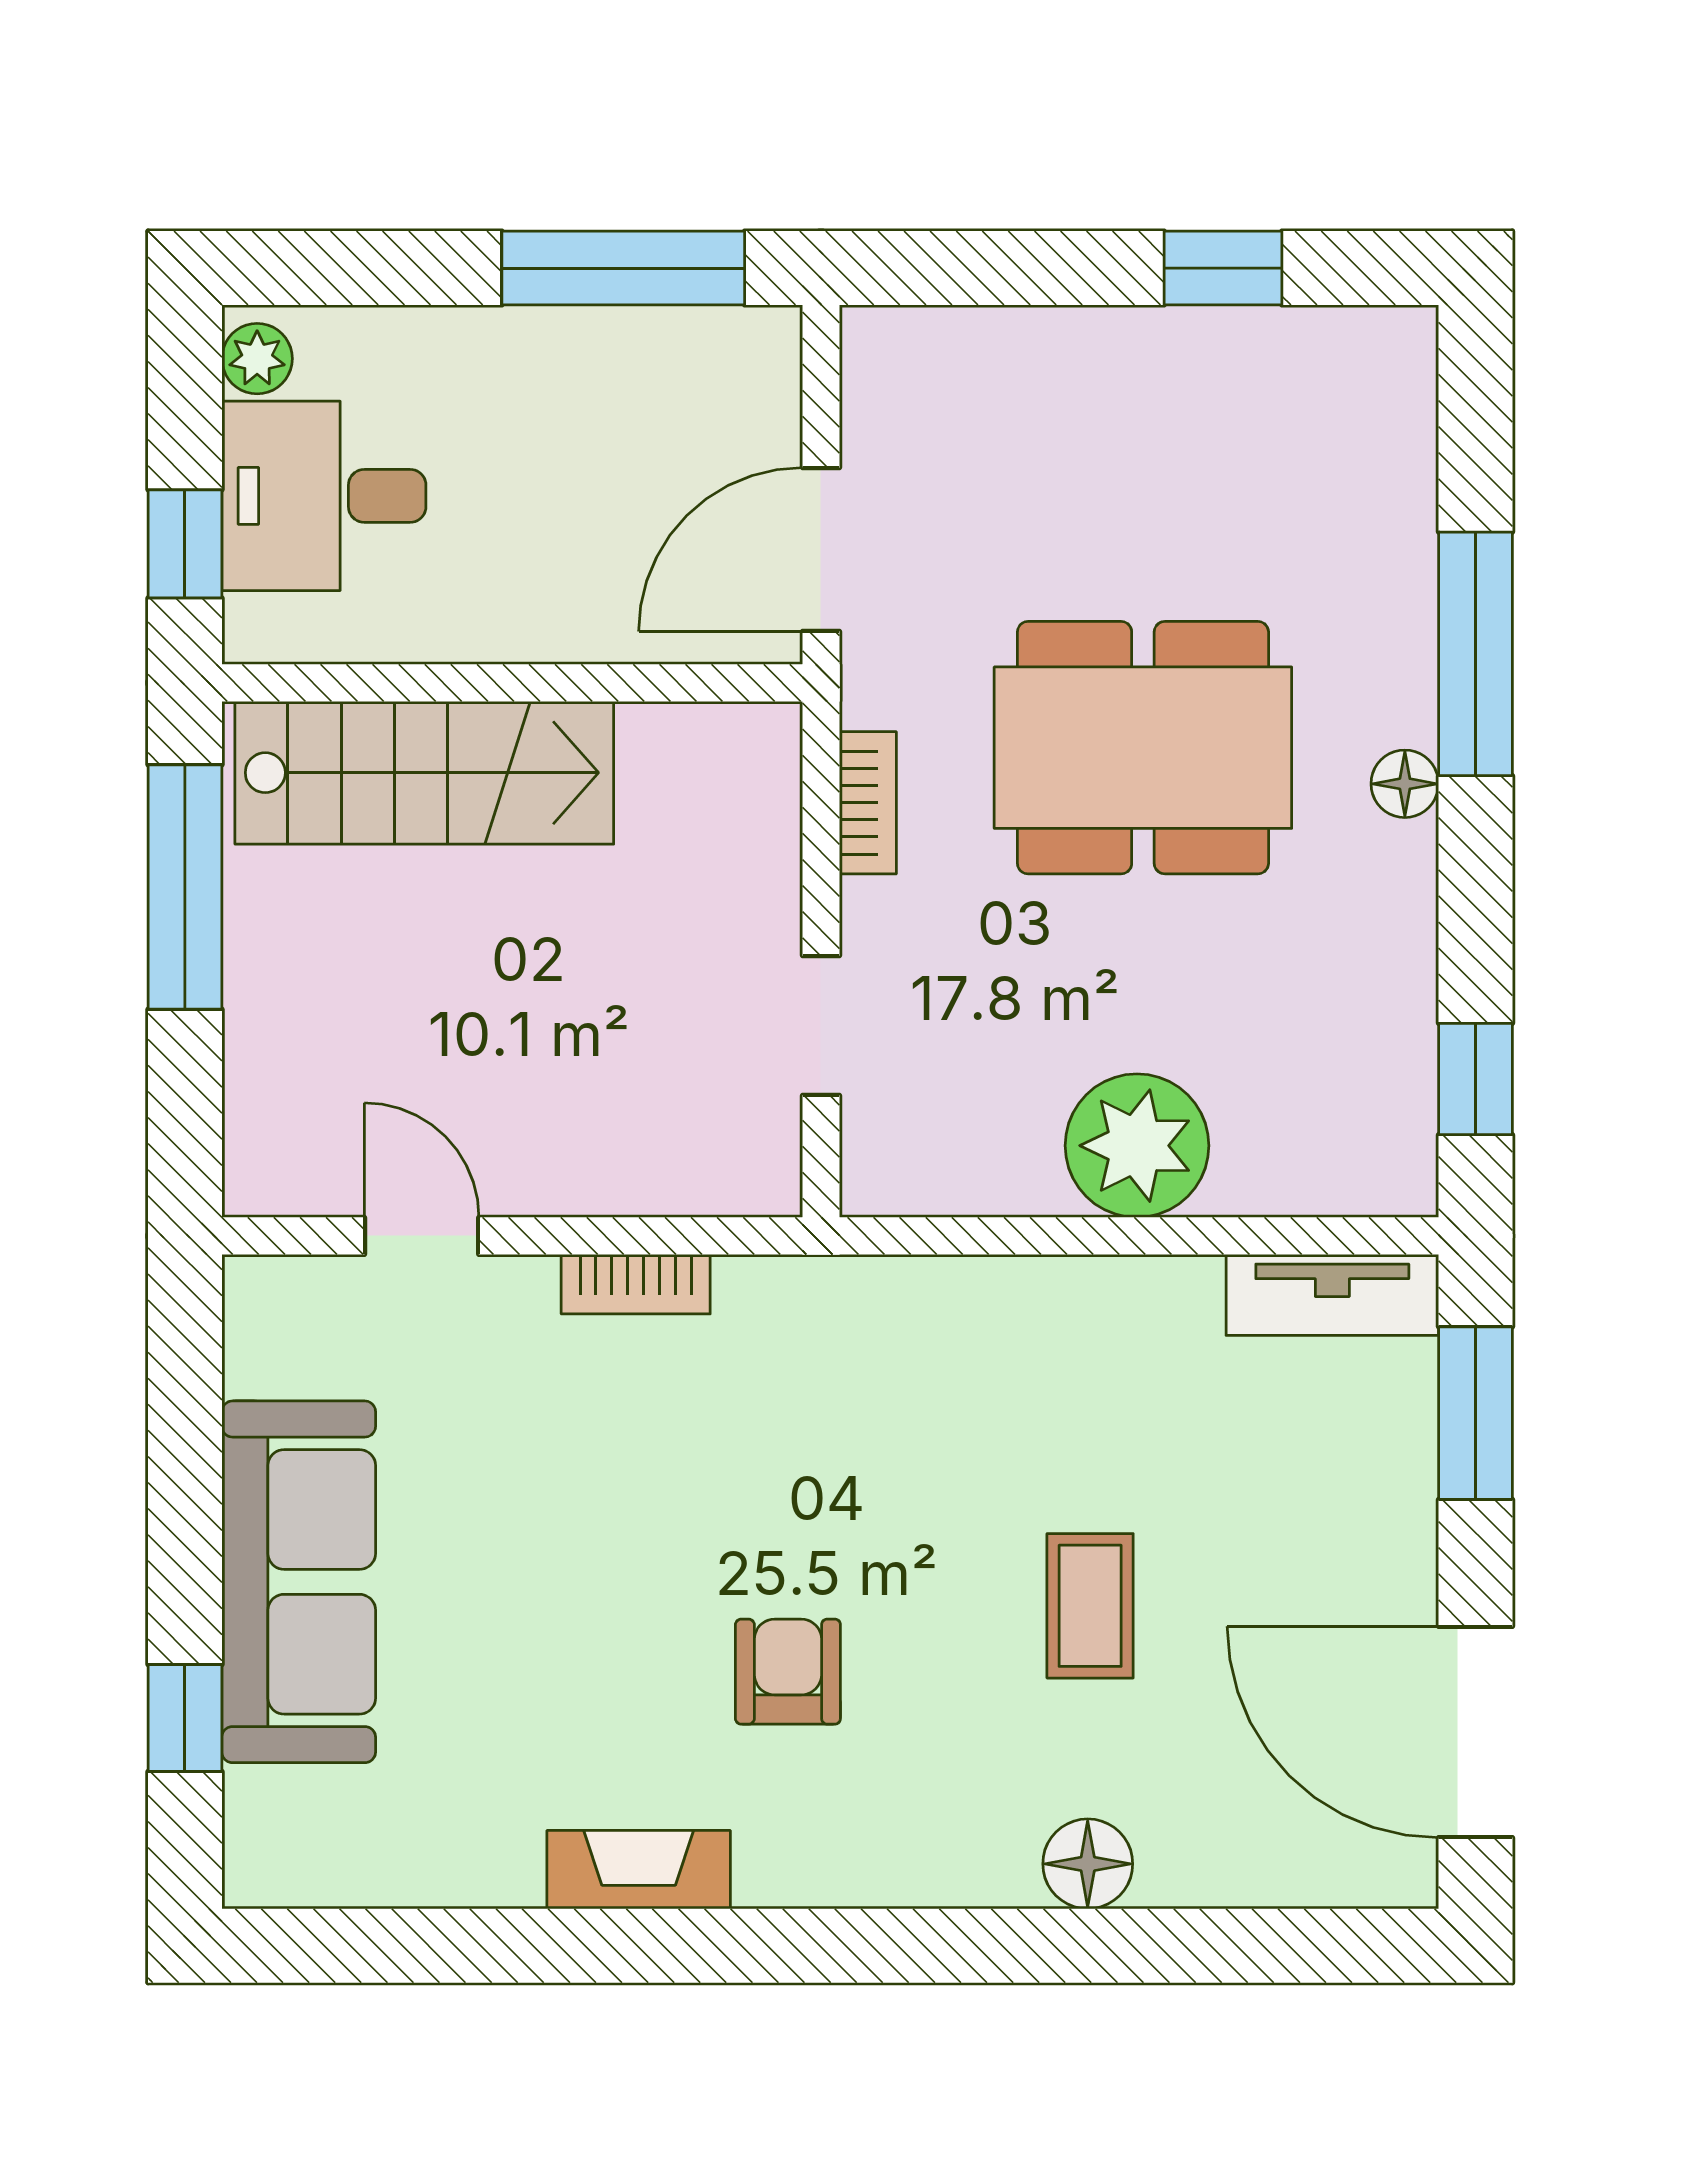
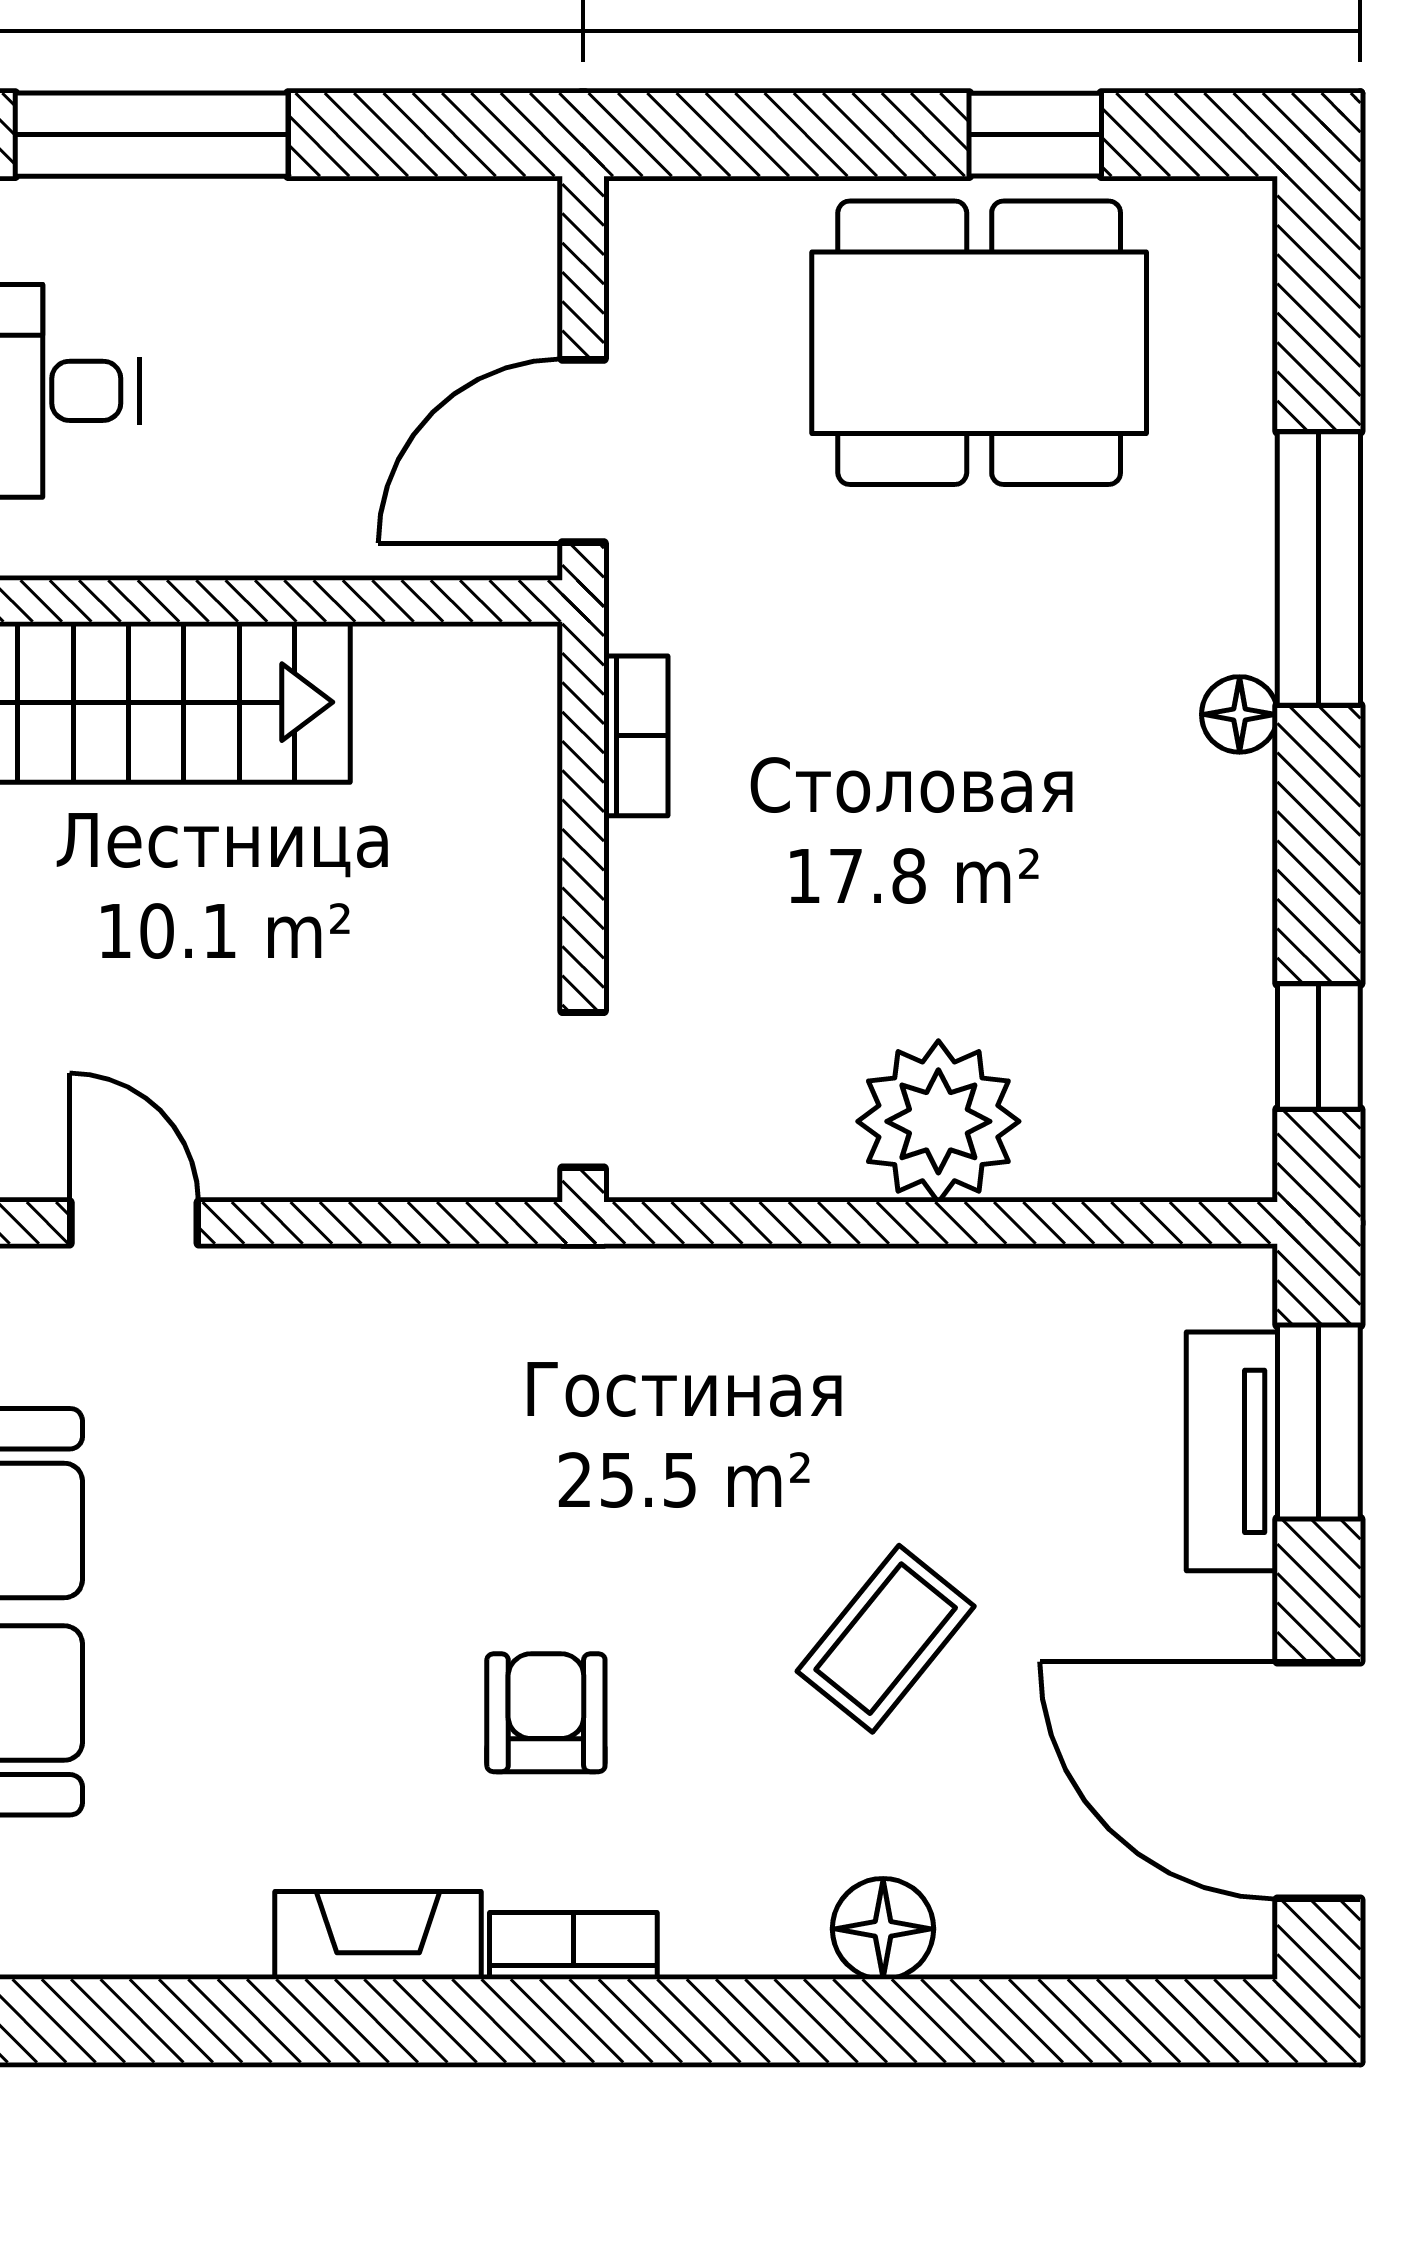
window: (623, 268) -> (152, 135), moved
dining table: (1143, 748) -> (979, 343), moved
doorway: (821, 1026) -> (583, 1090), moved
bookcase: (636, 1284) -> (573, 1946), moved, turned 180
tv unit: (1332, 1295) -> (1232, 1451), moved, turned 90
coffee table: (1090, 1606) -> (886, 1639), turned 39

